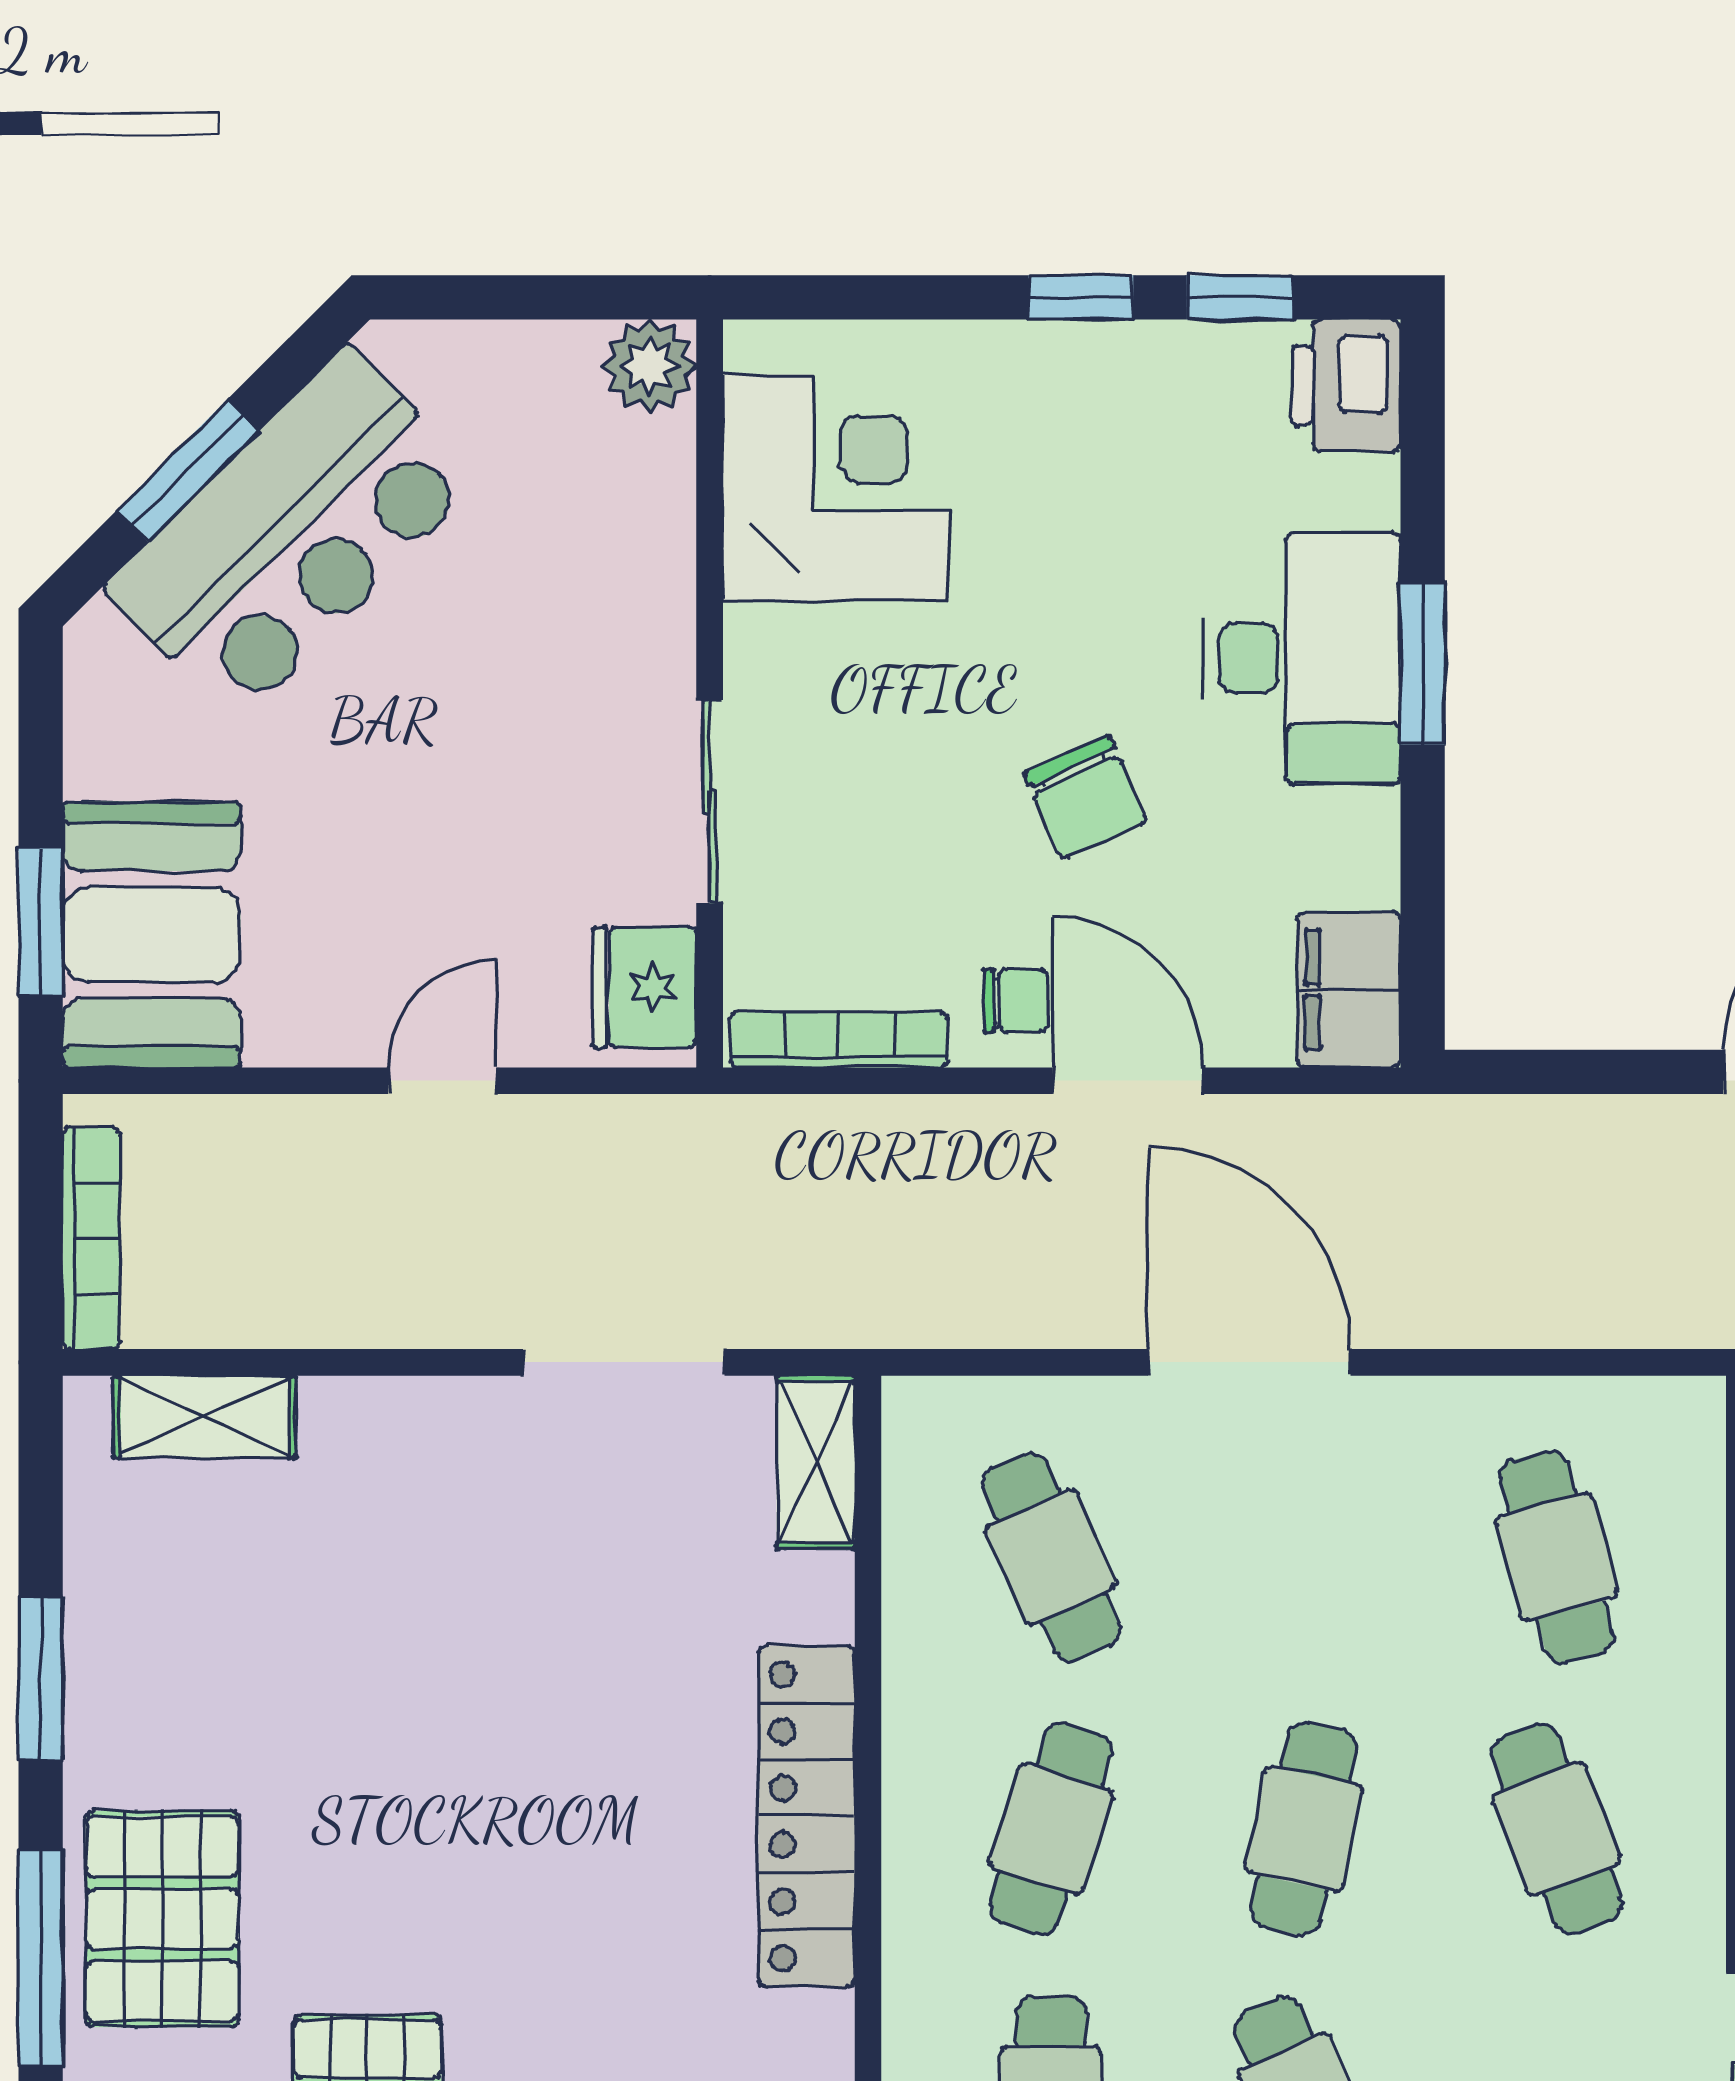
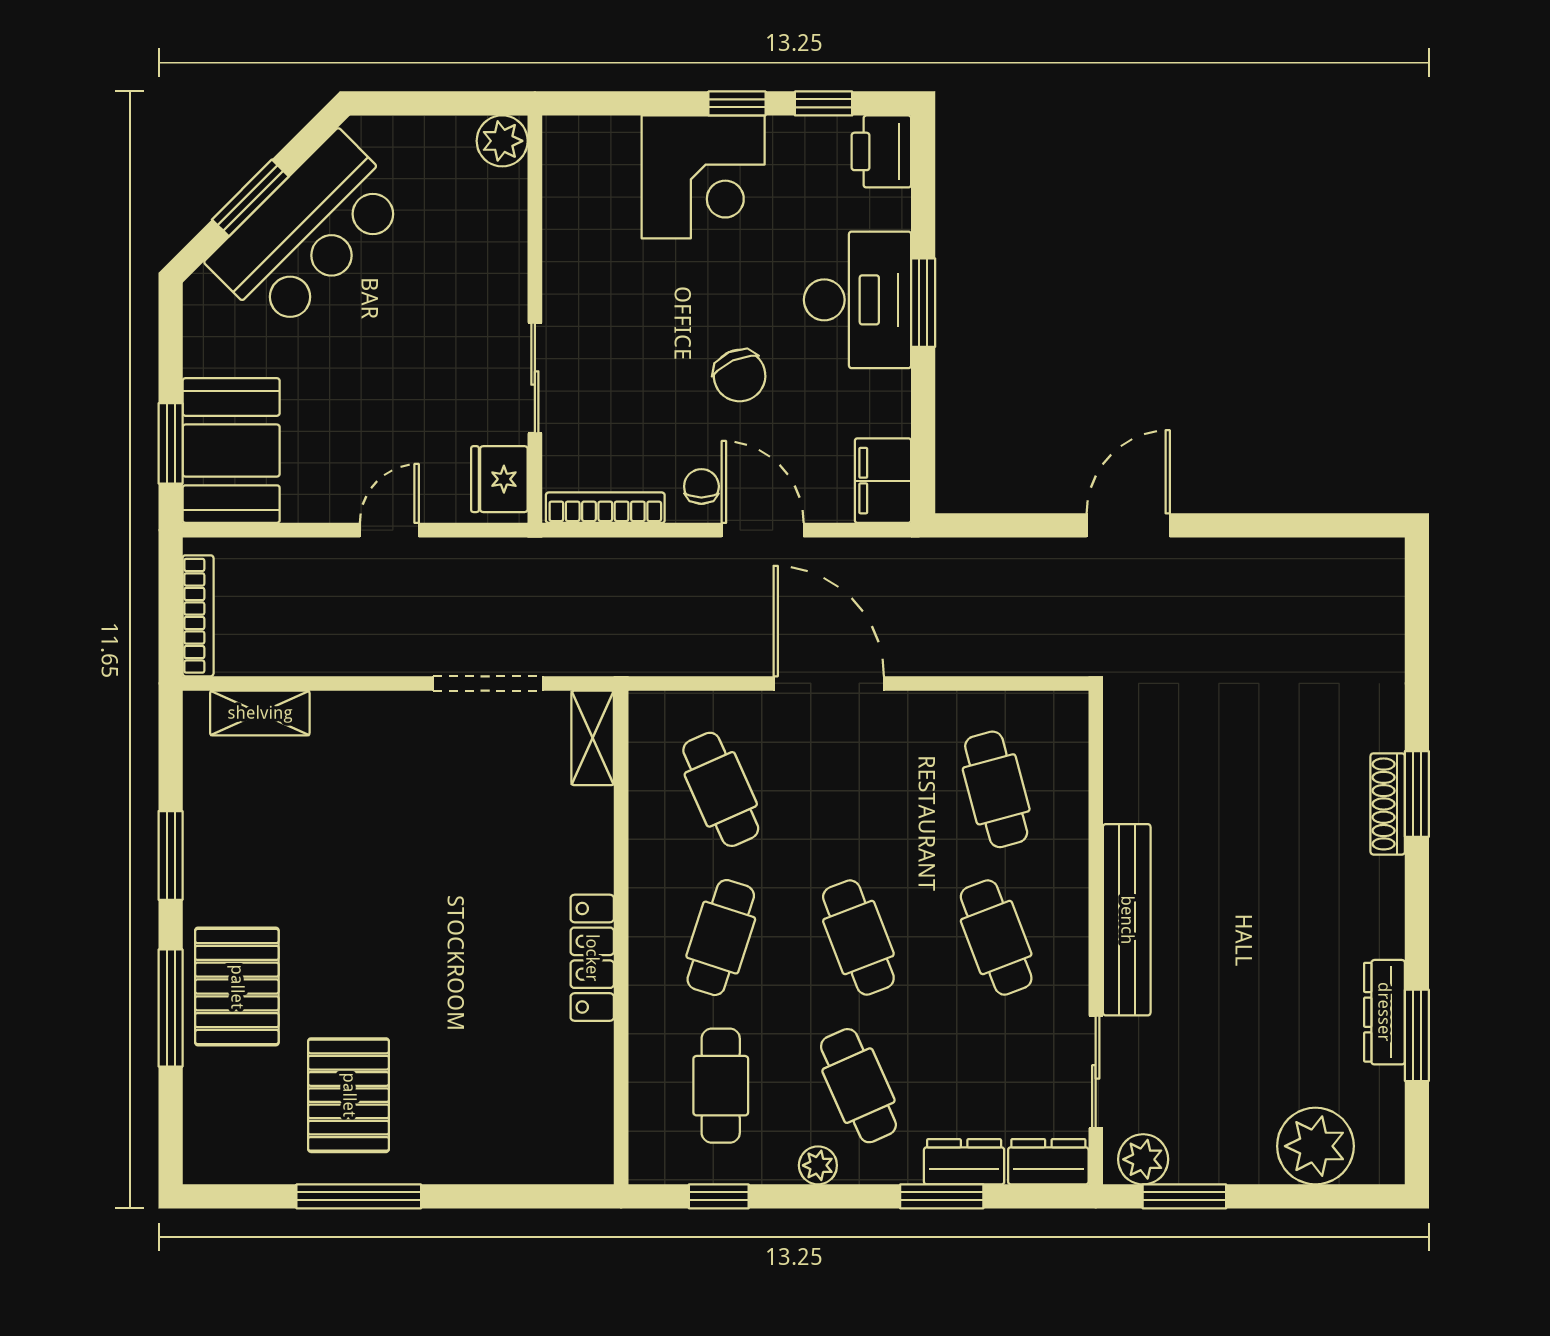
corner desk: (836, 488) -> (703, 177), moved, turned 90
chair: (1015, 1001) -> (701, 486), turned -90
locker: (807, 1816) -> (592, 958), width x0.71, depth x0.83
cafe table: (1304, 1829) -> (858, 938), turned -33

